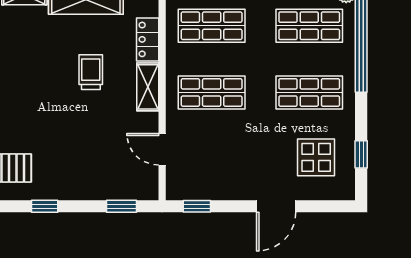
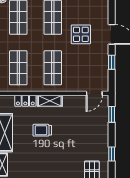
door: (162, 149) -> (94, 93), moved
display table: (316, 157) -> (81, 34), moved
window: (197, 206) -> (112, 62), moved

